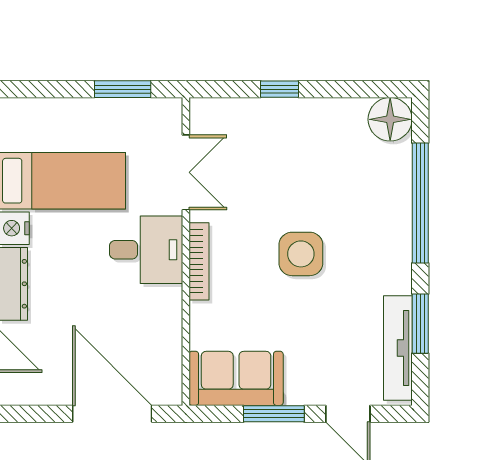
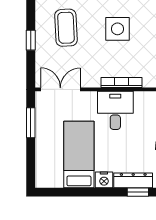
coffee table: (303, 156) -> (66, 28), added
double door: (186, 172) -> (60, 89), moved

